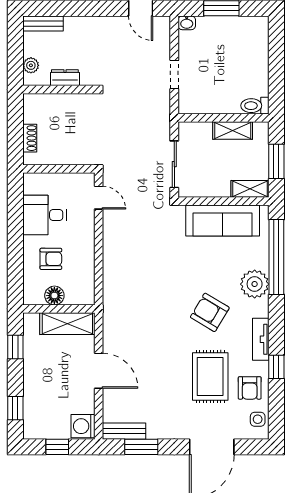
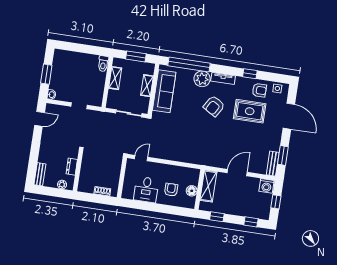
shelving: (250, 189) -> (147, 86), moved
tv unit: (261, 339) -> (223, 78), moved

